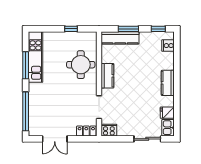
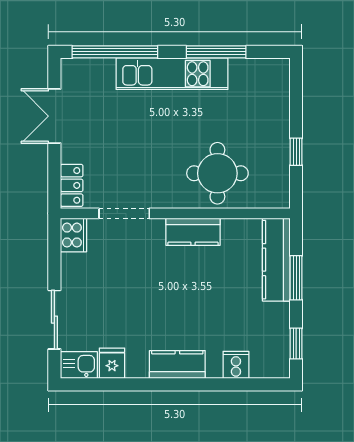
cooker: (168, 46) -> (236, 365), moved
kitchen unit: (35, 57) -> (172, 74), moved

